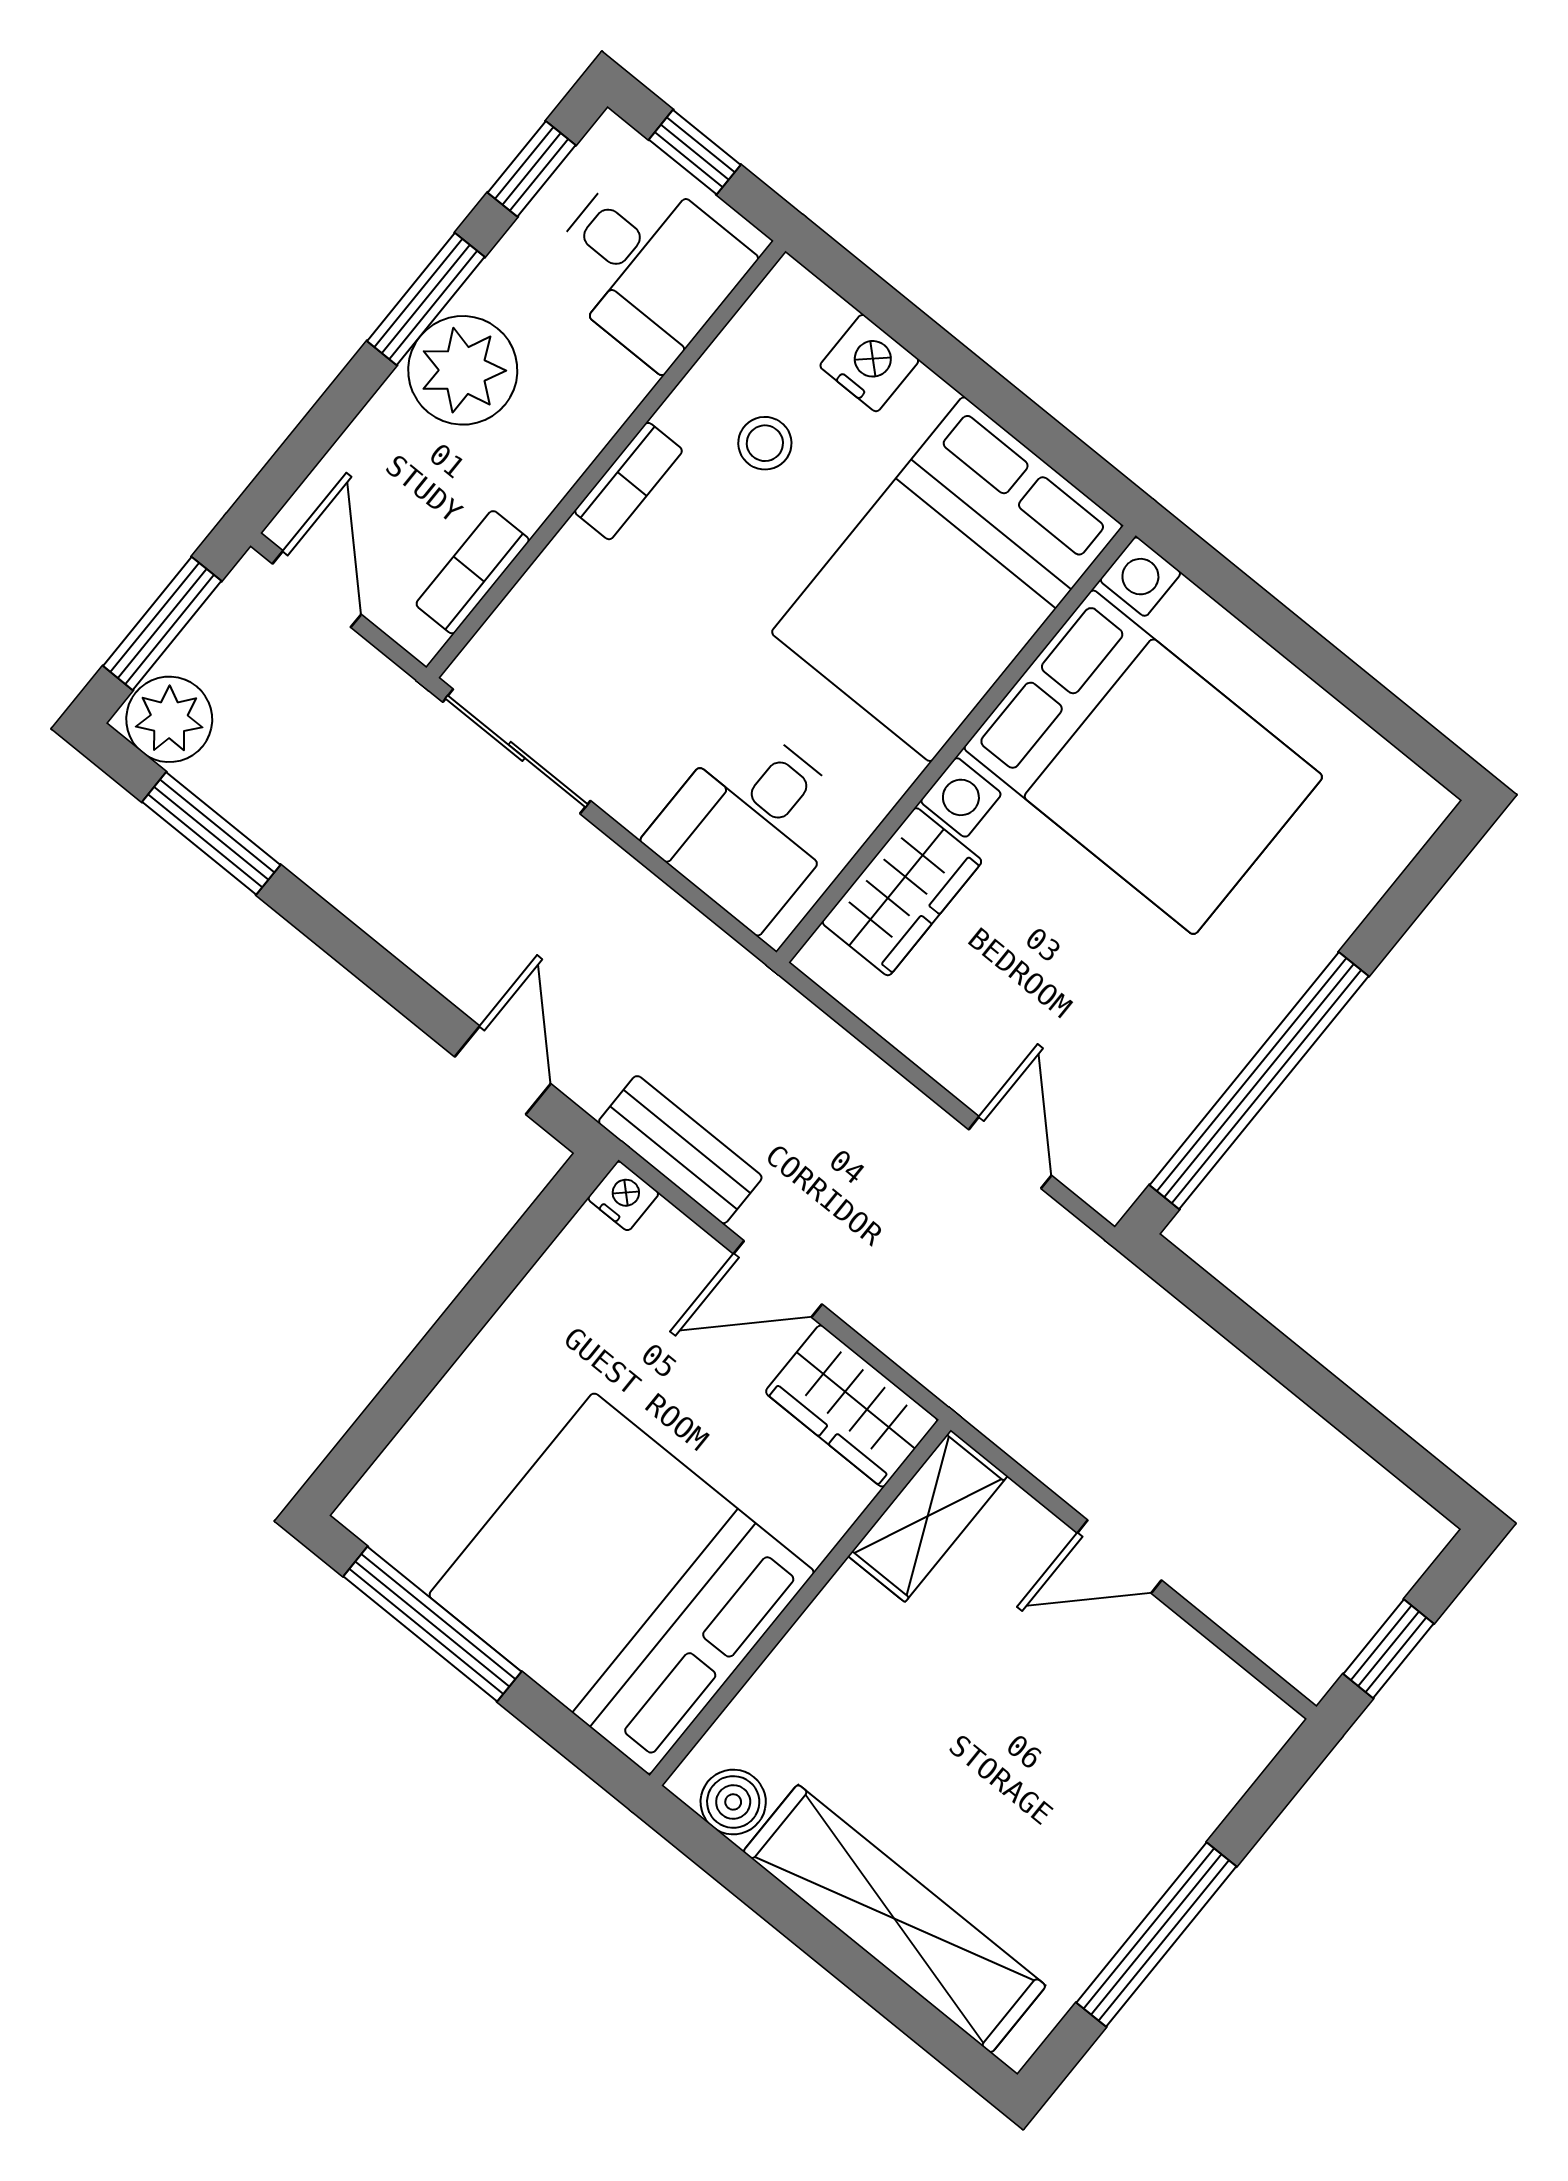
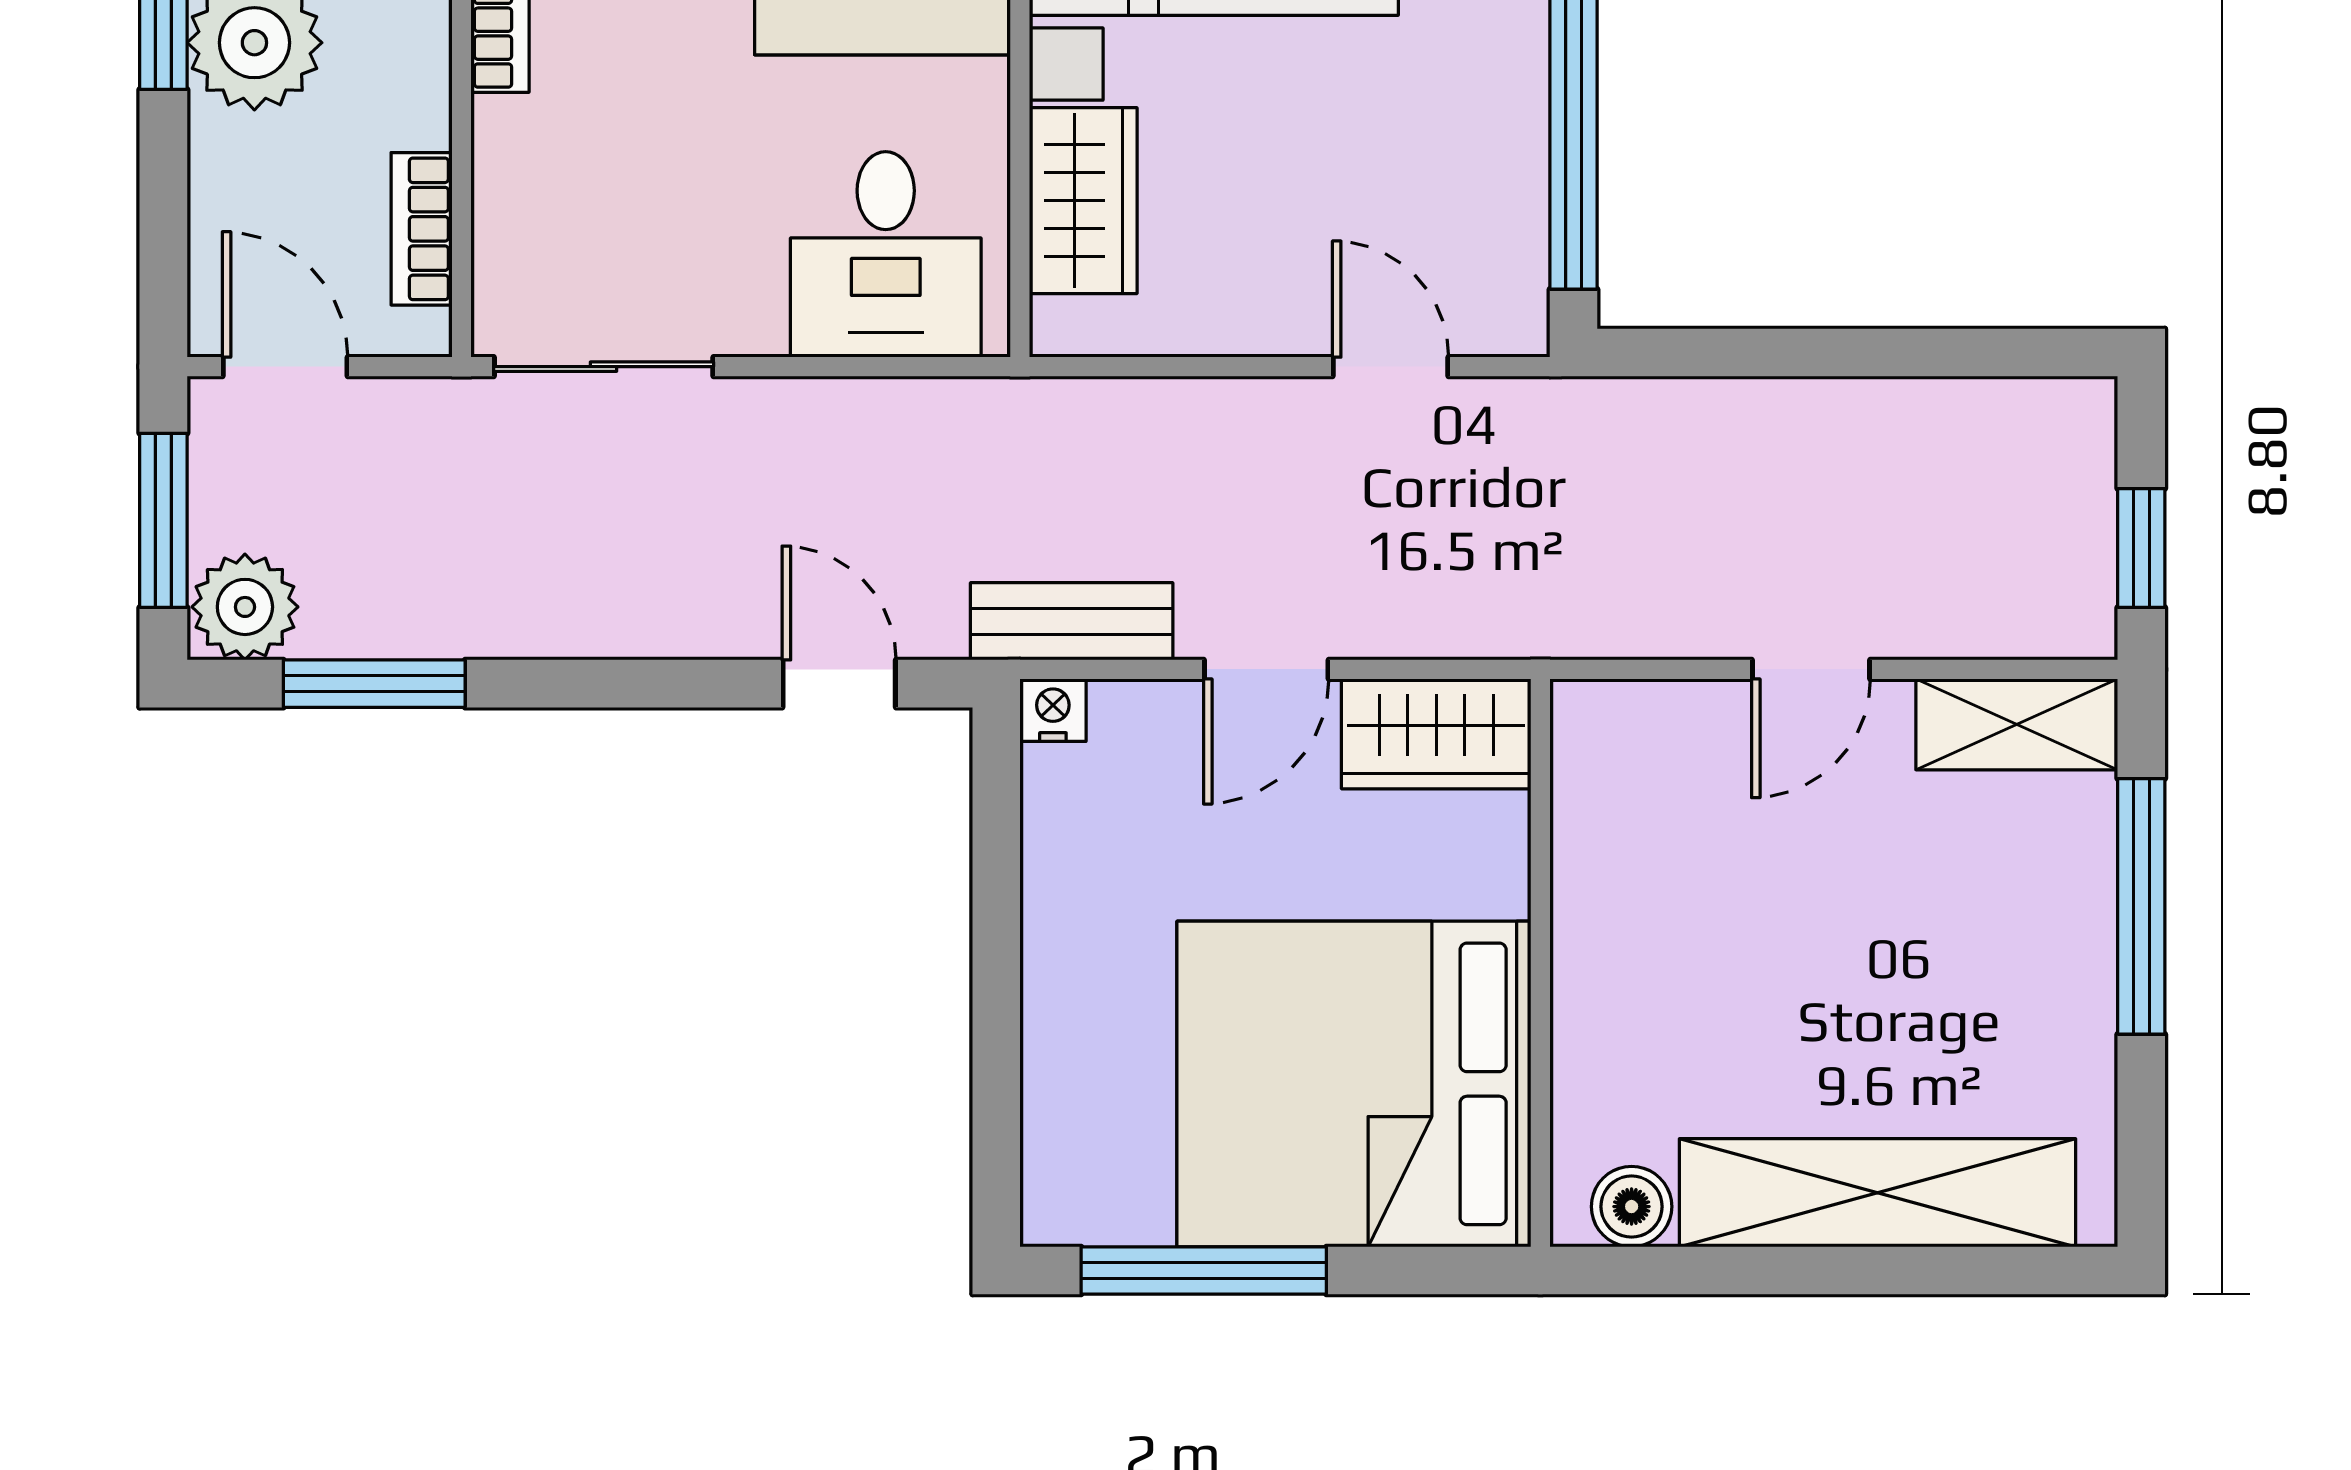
shelving: (928, 1516) -> (2017, 724), moved, turned 90
window: (1156, 1935) -> (2141, 906), moved

